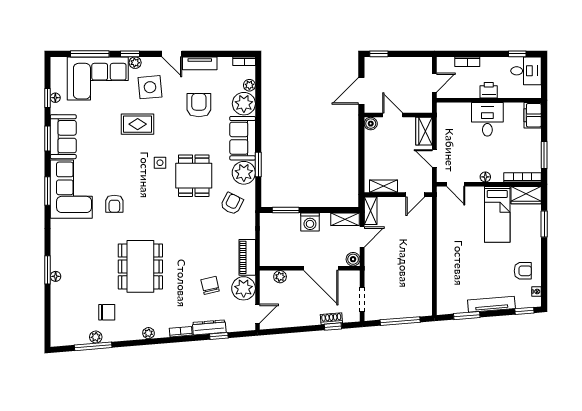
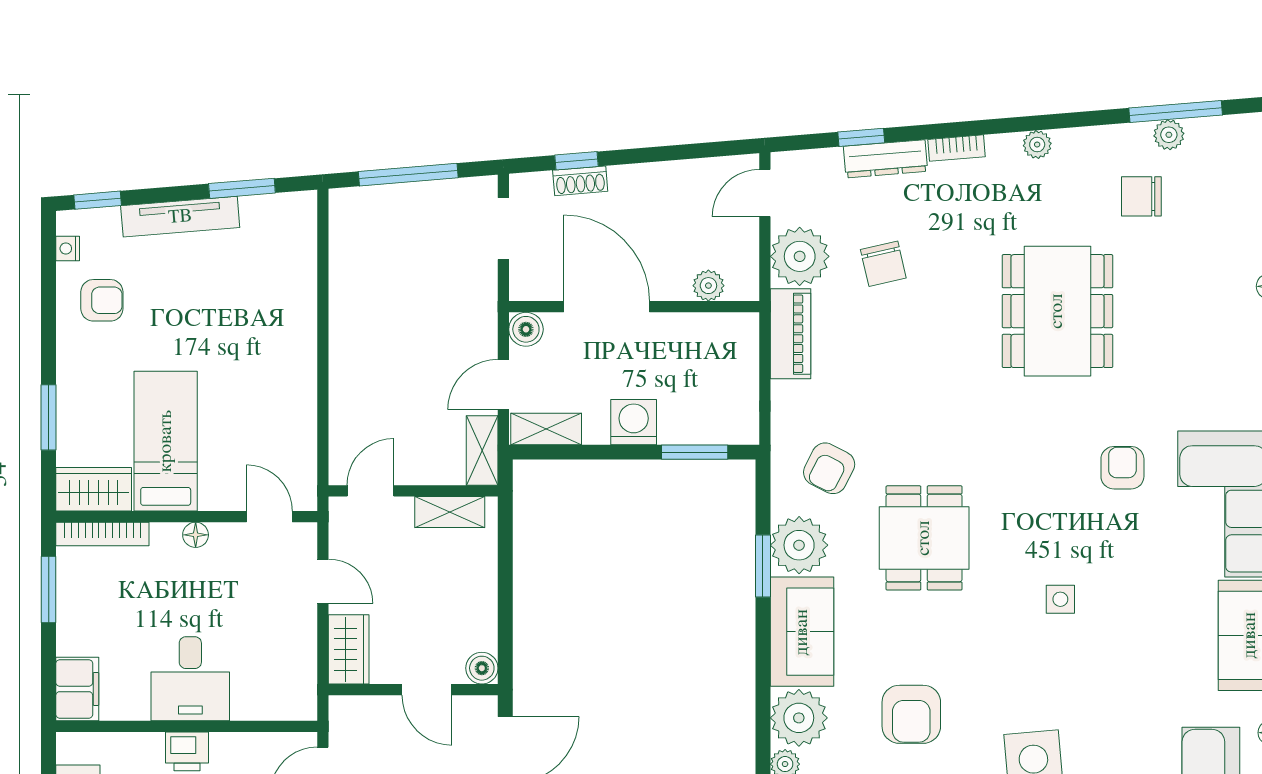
rug: (138, 124) -> (1064, 667), removed
side table: (160, 163) -> (1060, 599), moved
armchair: (523, 271) -> (102, 300), turned 180

